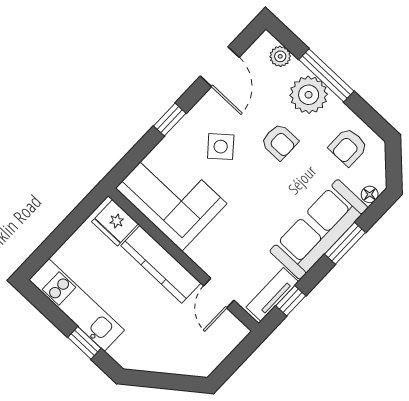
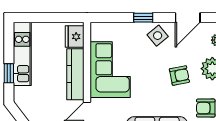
armchair: (280, 142) -> (179, 76), turned -101
side table: (221, 147) -> (158, 36), moved
corner sofa: (171, 196) -> (110, 70), moved

